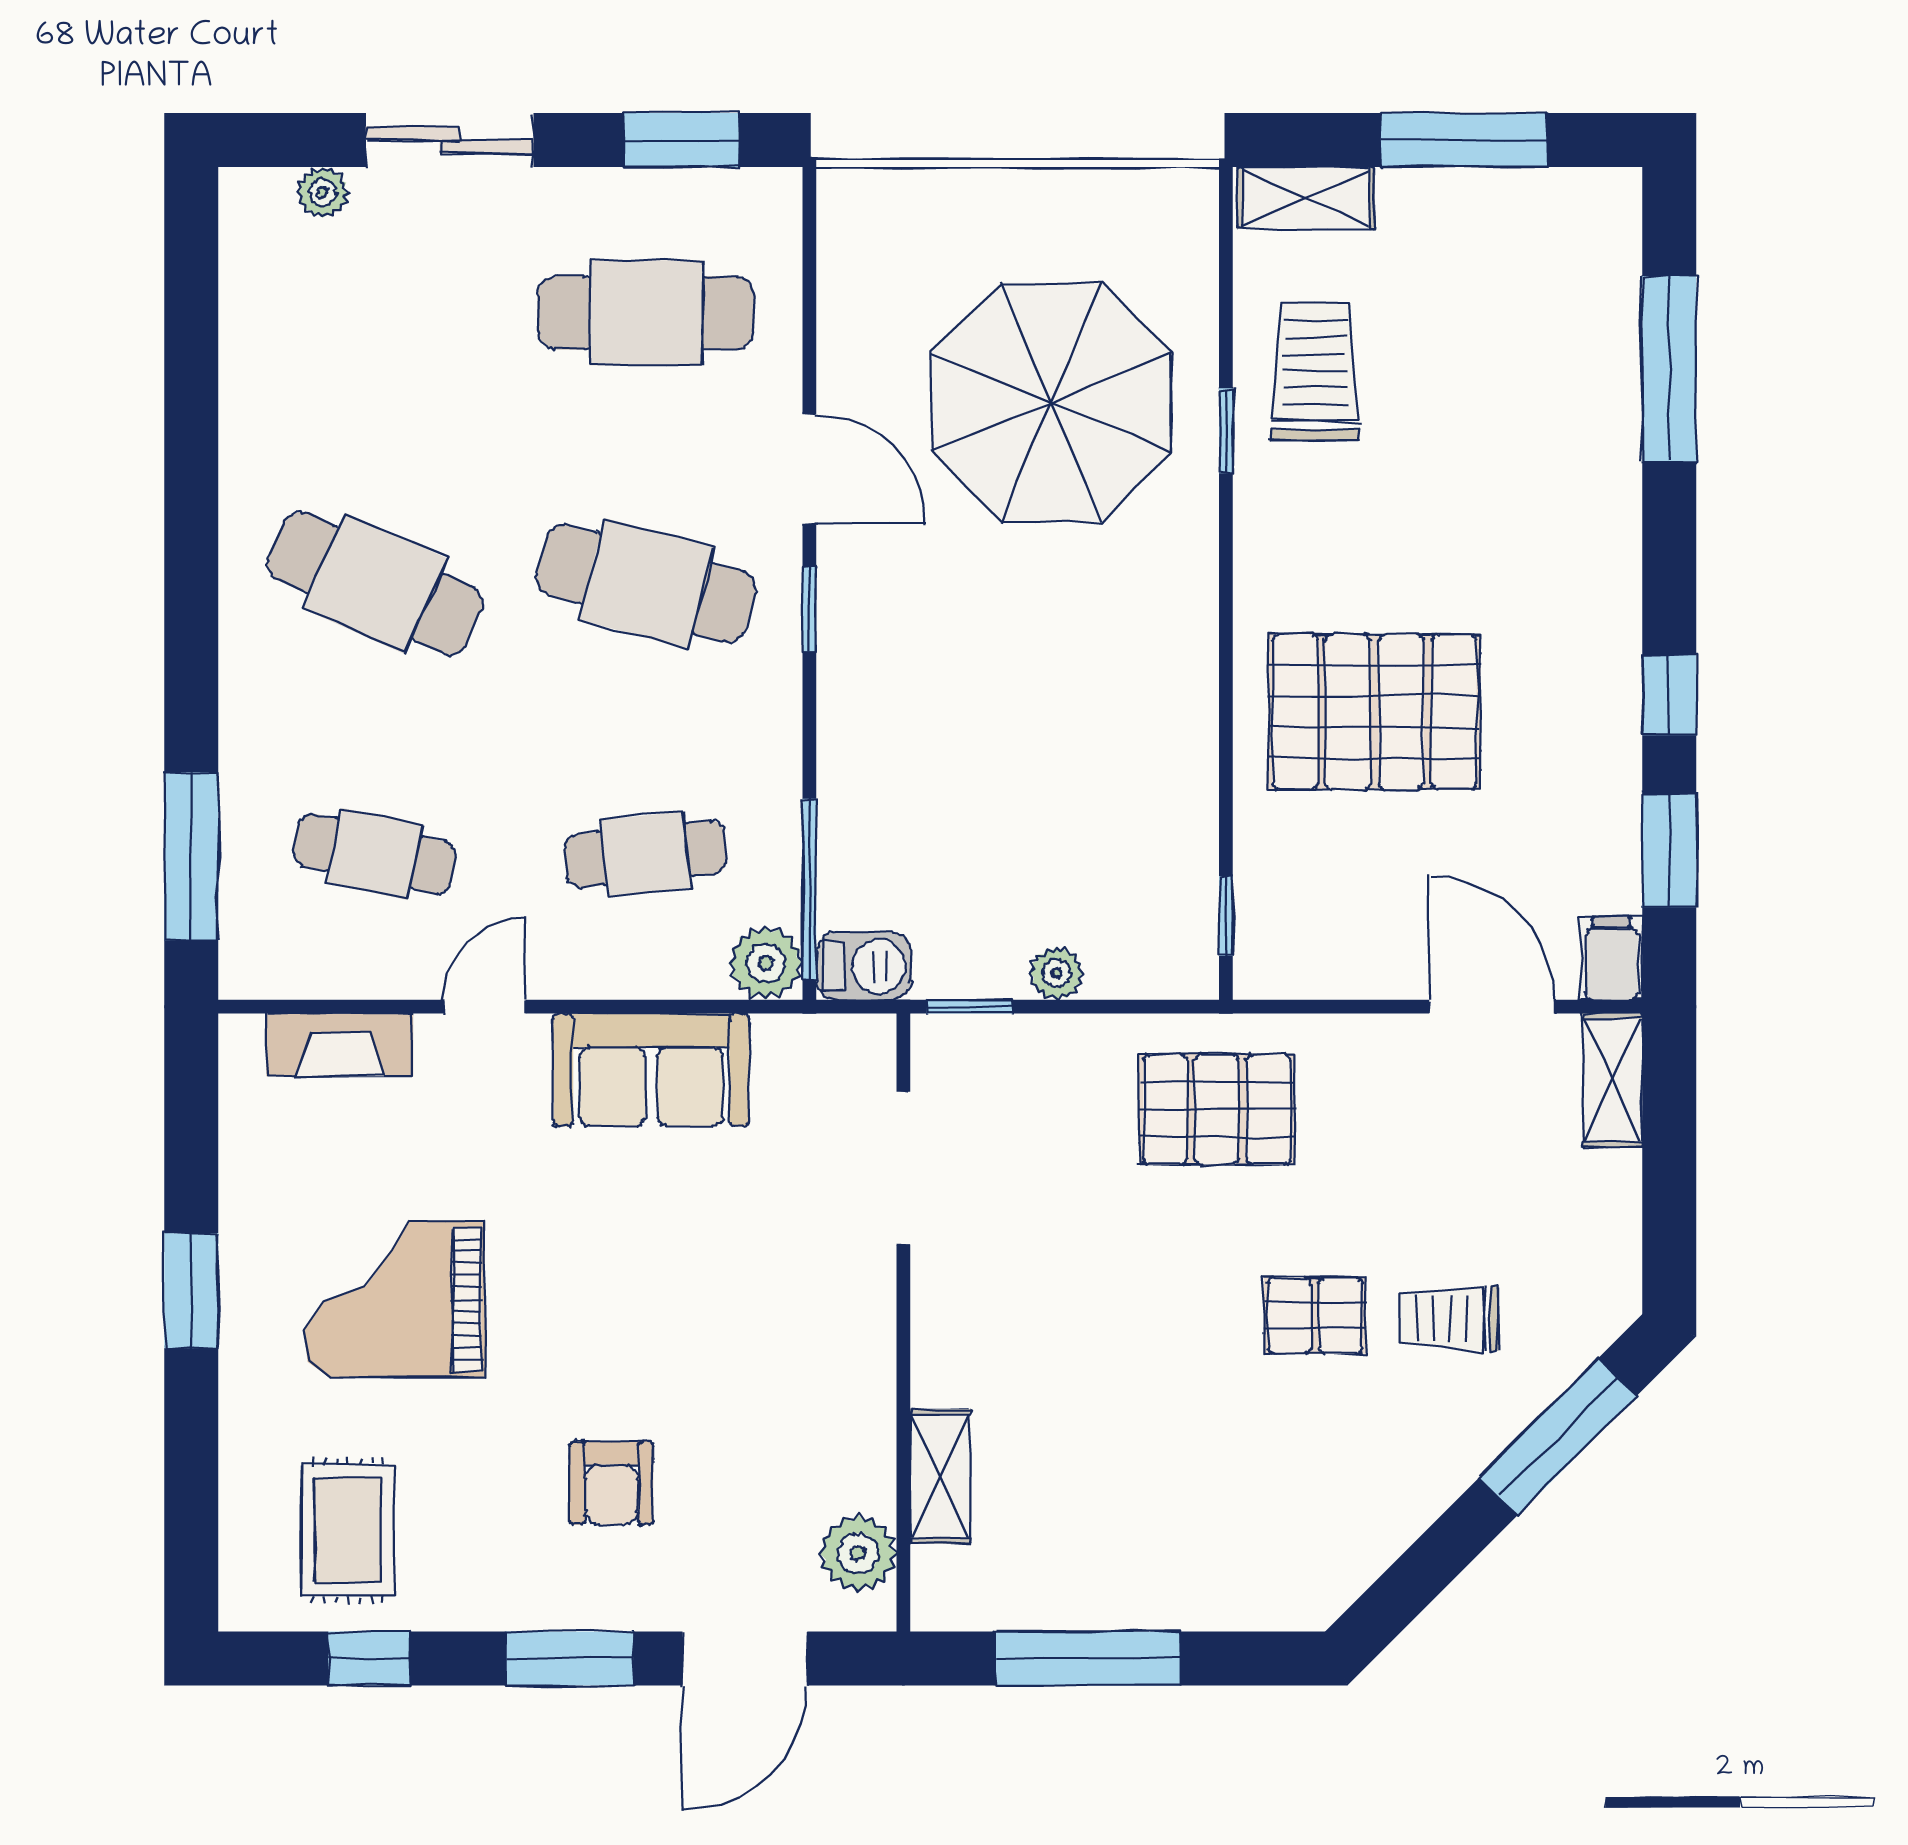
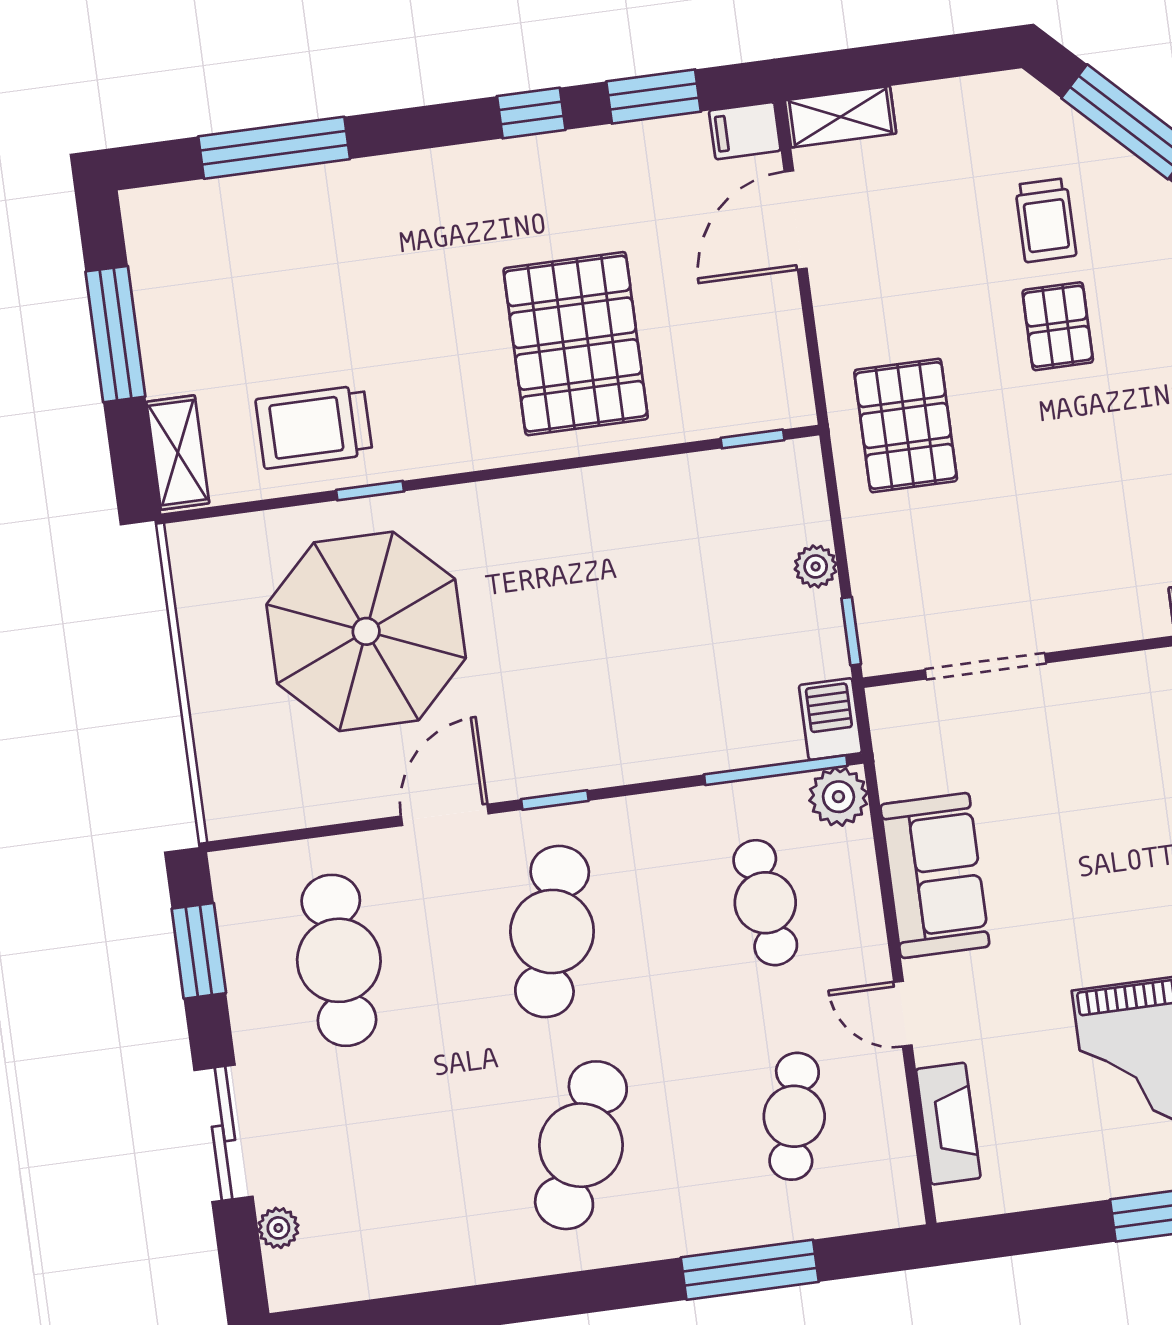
window: (191, 856) -> (750, 1270), moved

